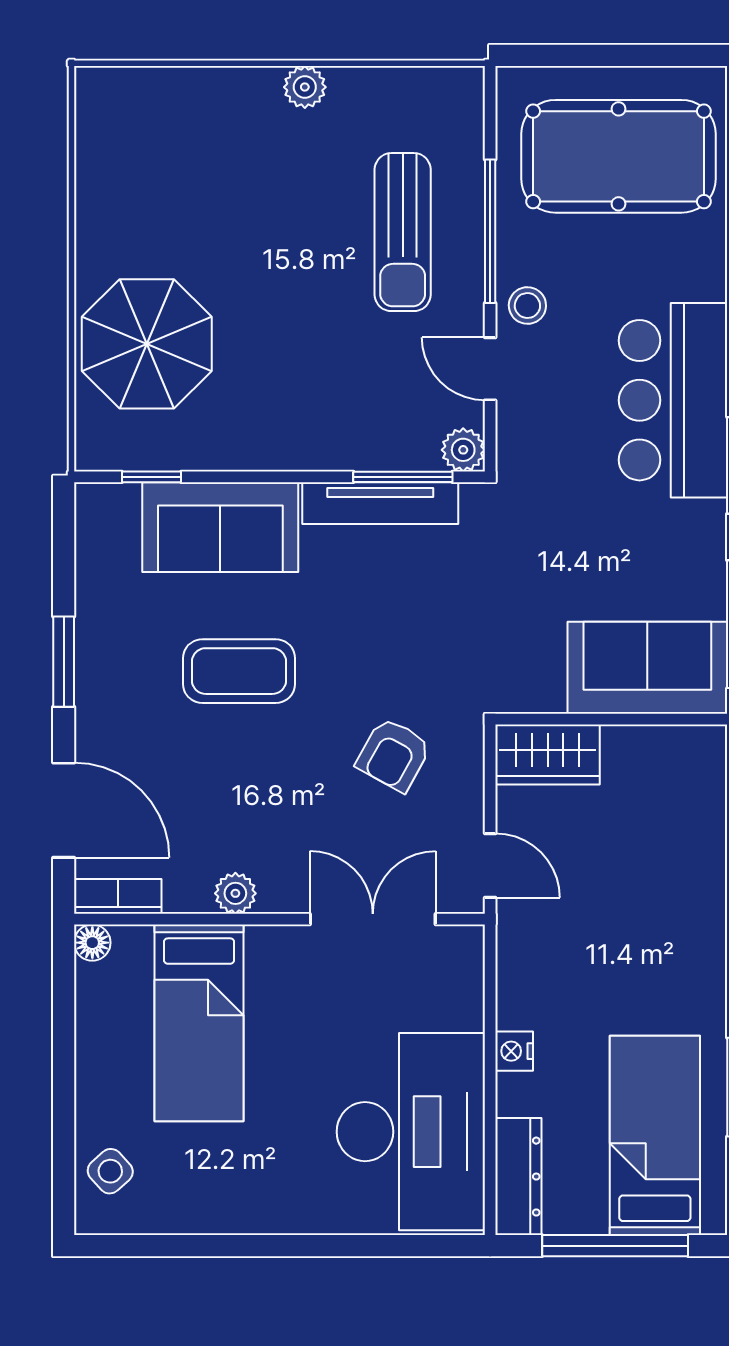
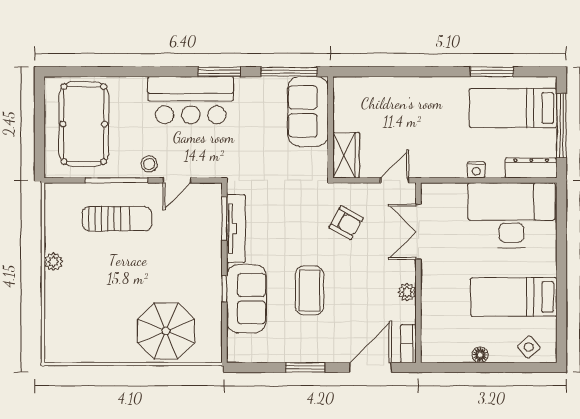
plant: (463, 450) -> (213, 192), removed
window: (152, 477) -> (224, 289), moved
floor lamp: (92, 943) -> (480, 355), moved
bed: (199, 1023) -> (514, 297), moved, turned 180

